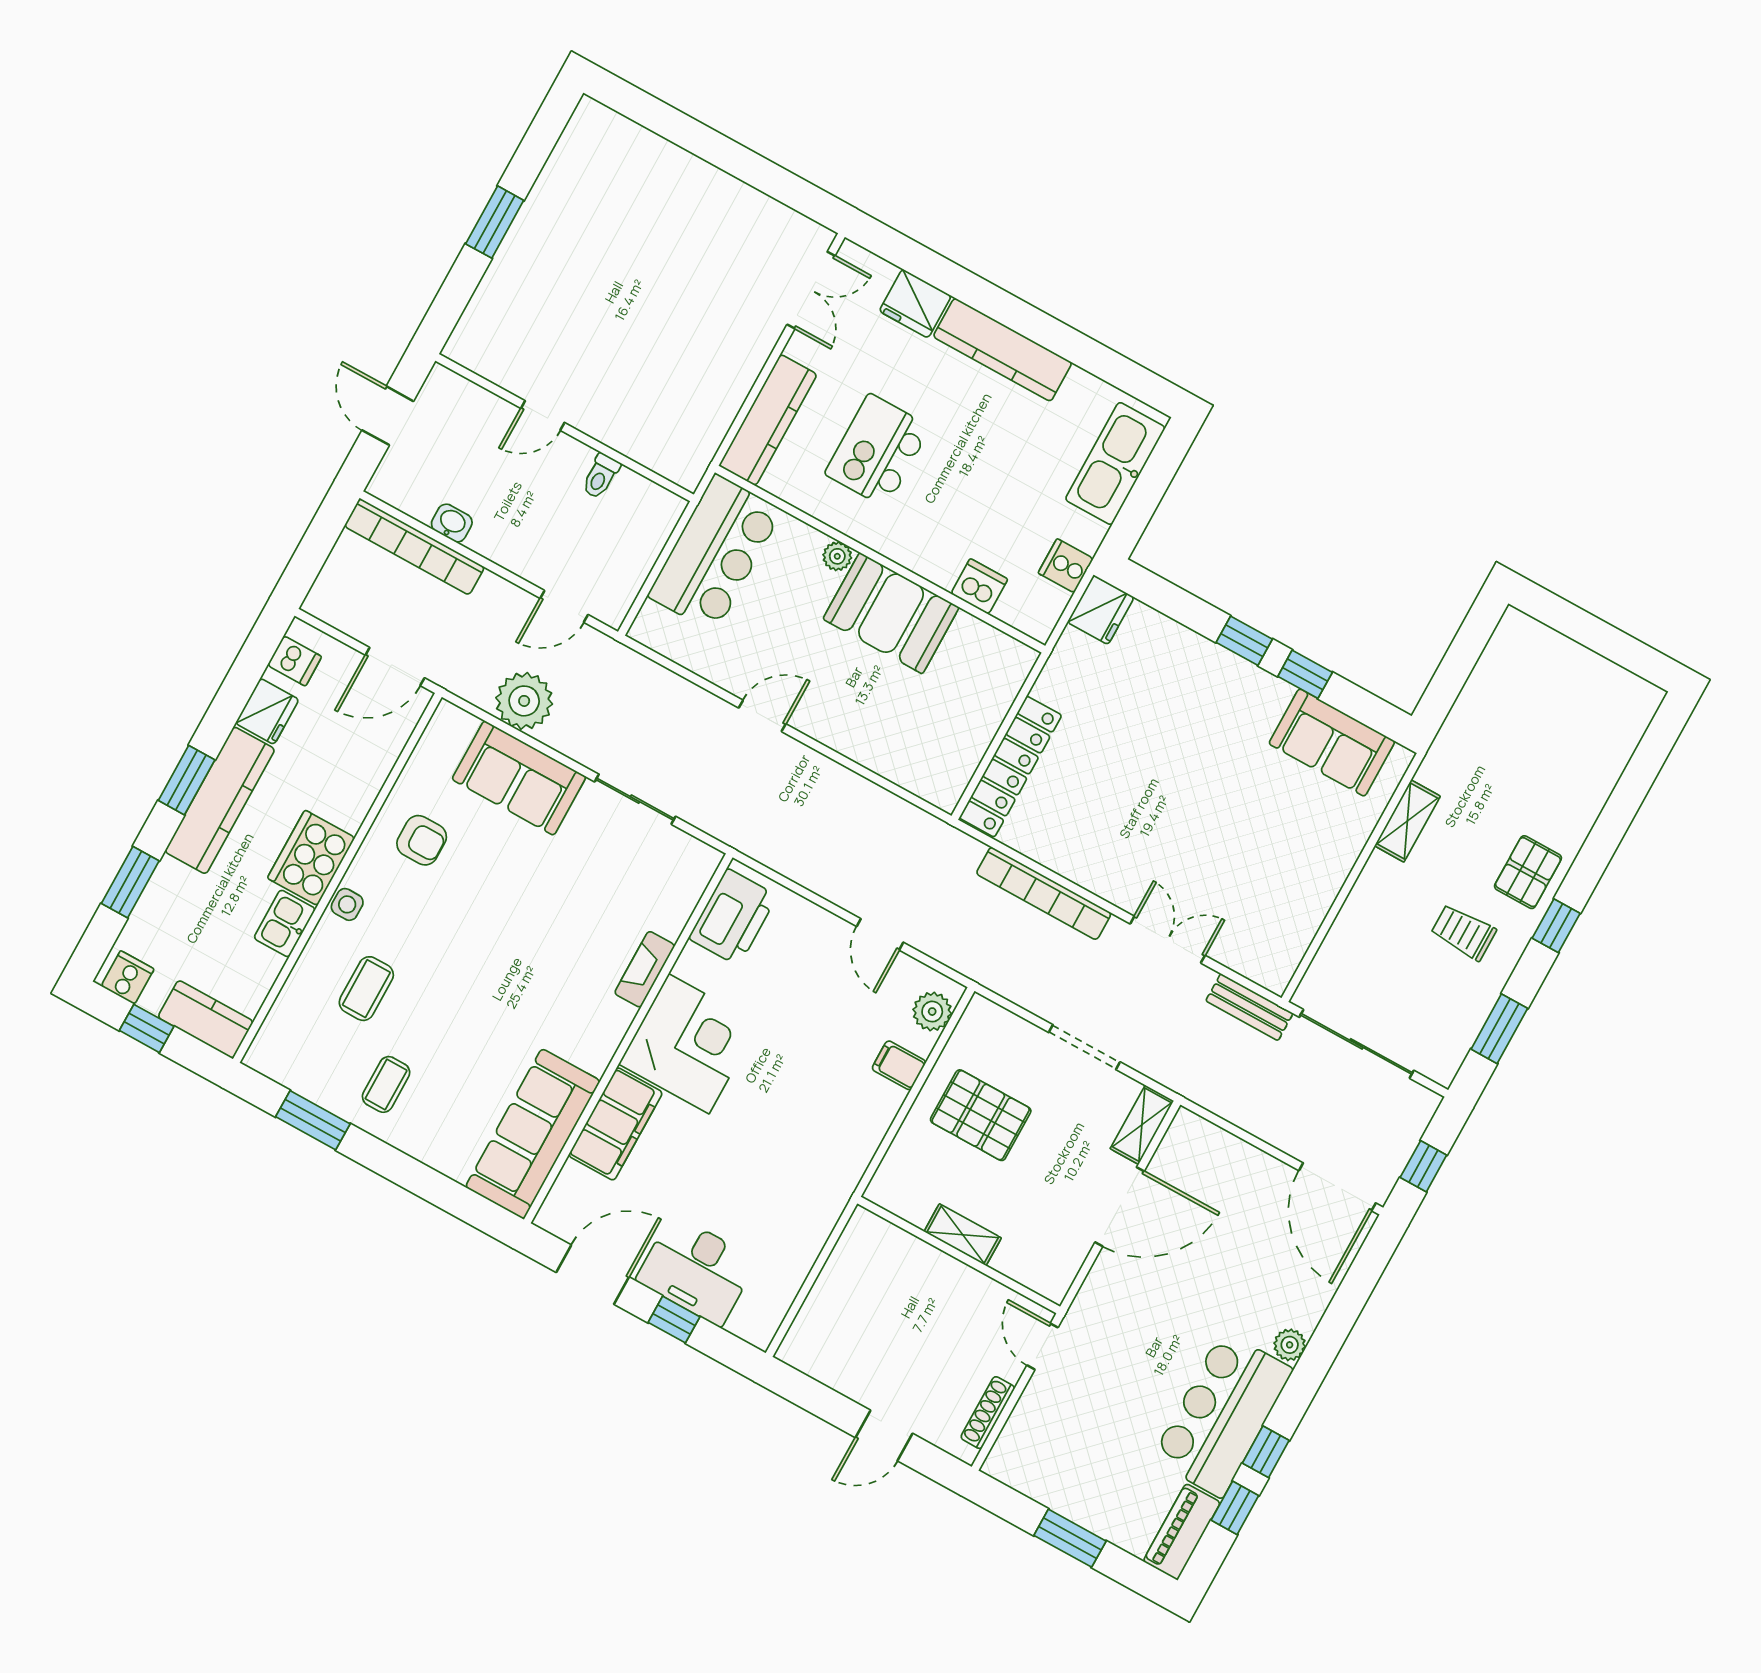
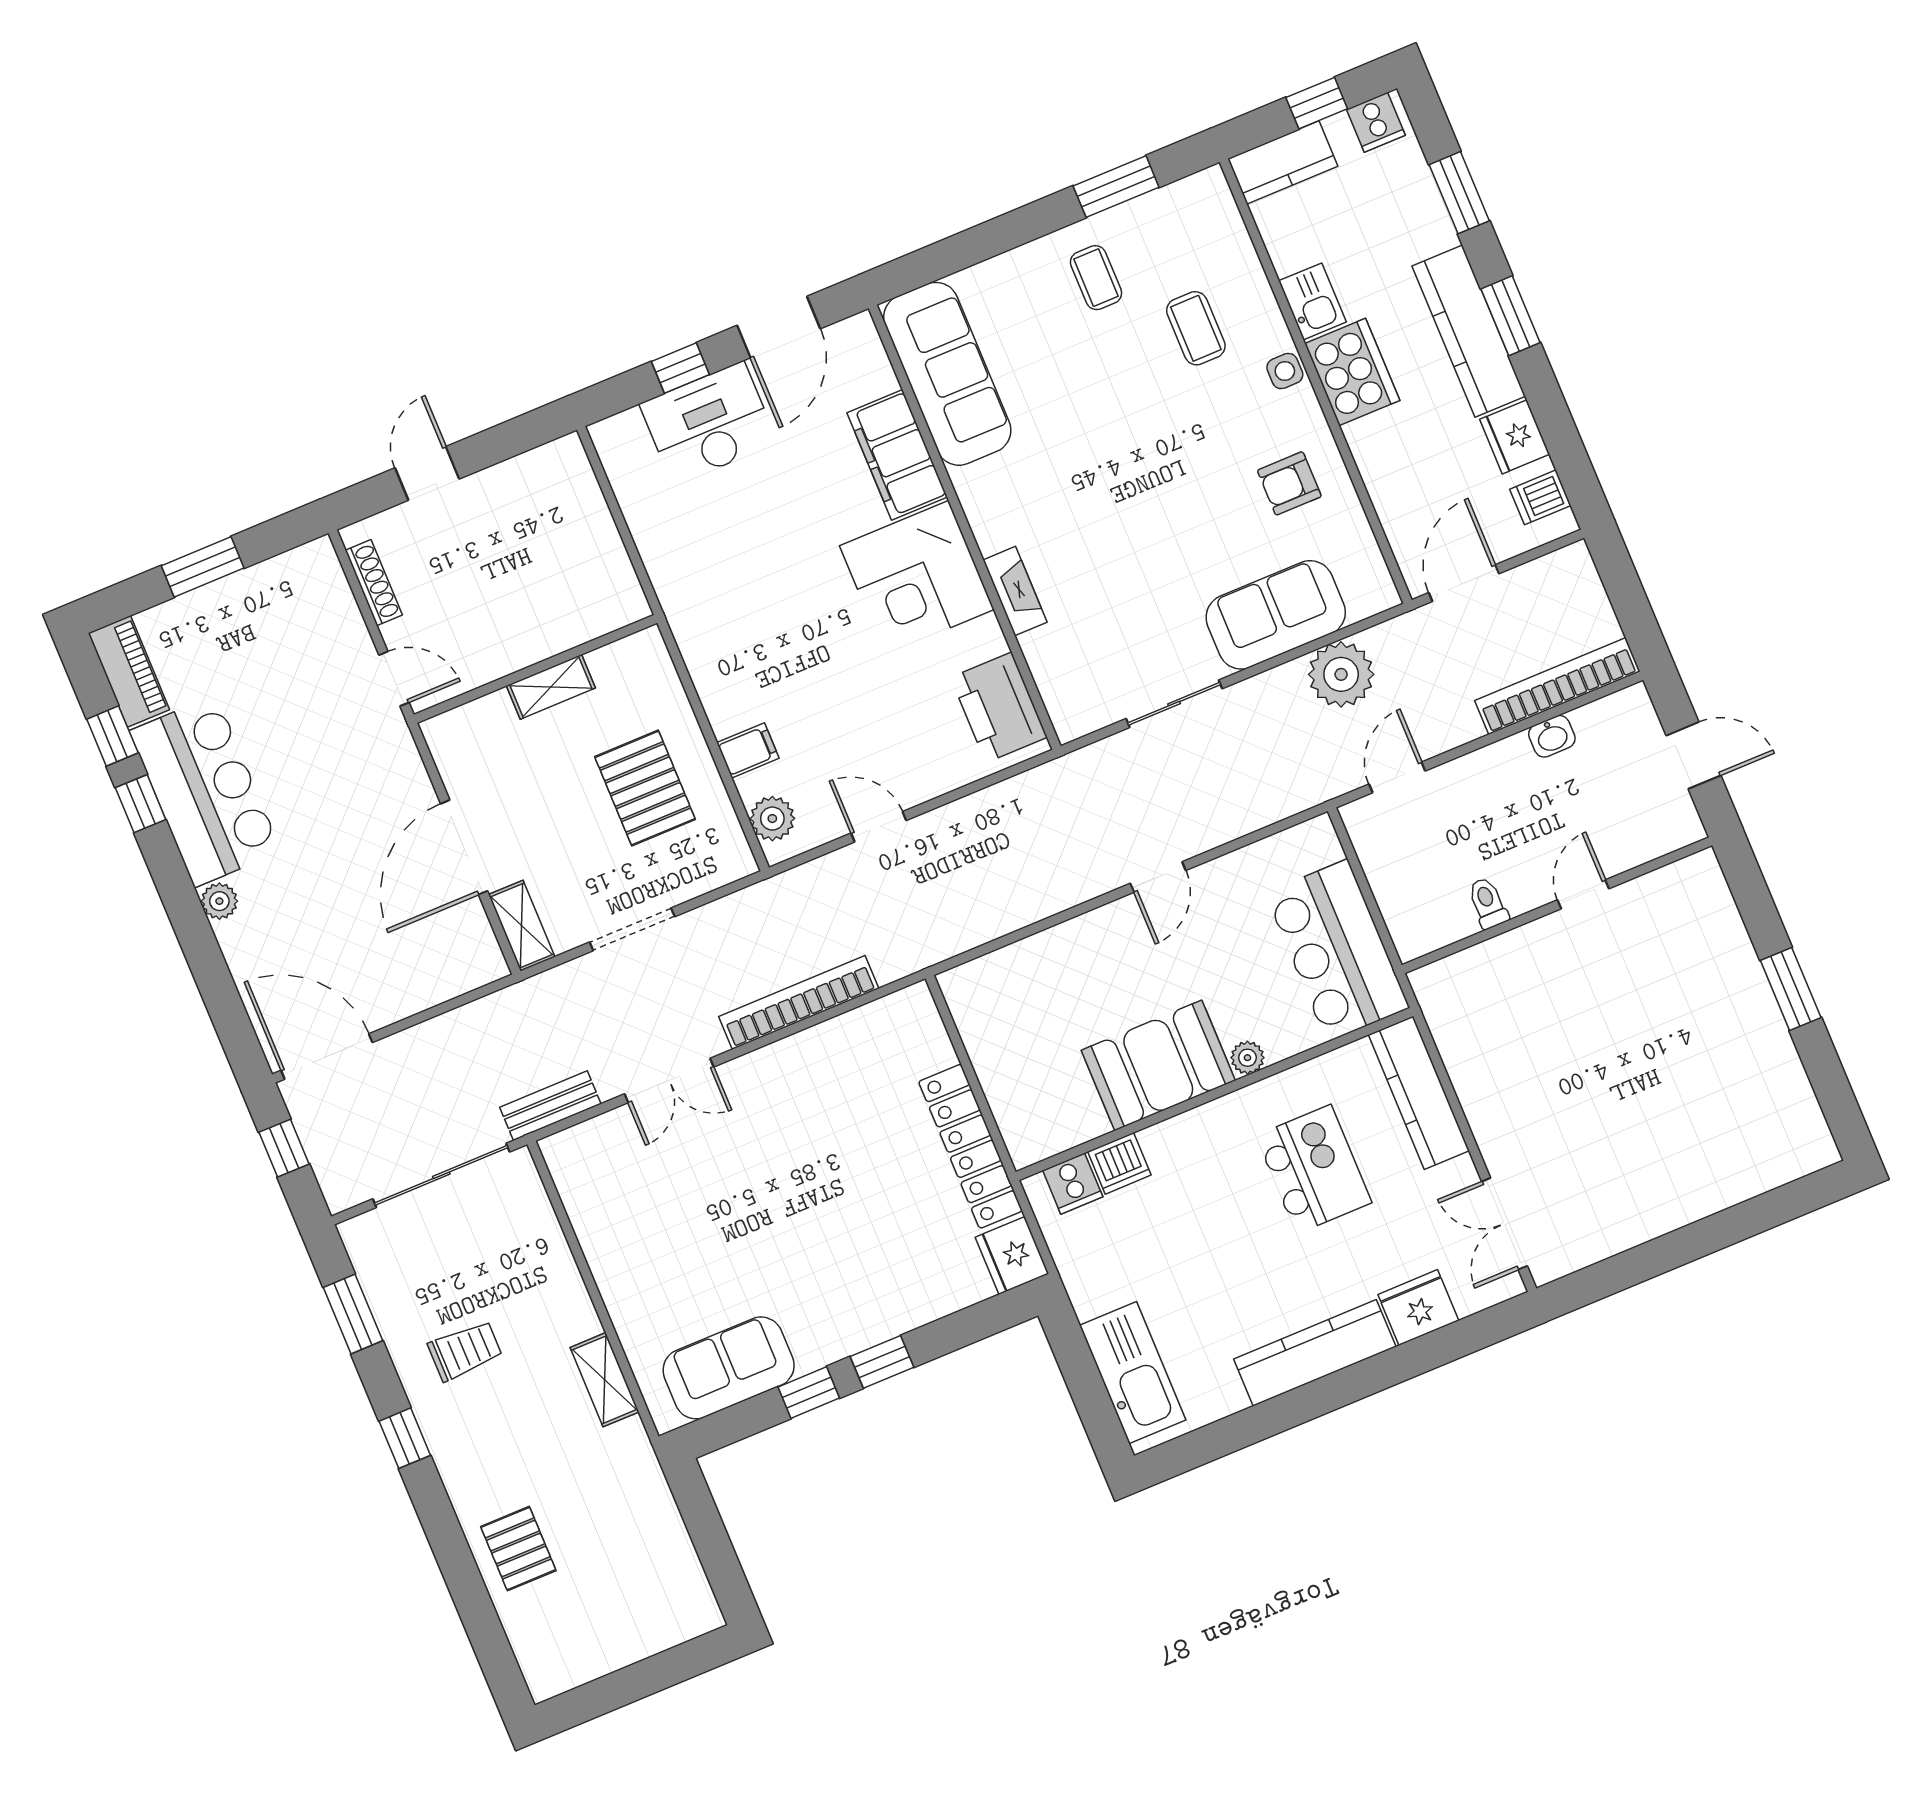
cooker: (1066, 566) -> (1073, 1184), moved, turned 90
locker: (1011, 767) -> (970, 1146), moved
pallet: (1528, 872) -> (518, 1549), moved
pallet: (981, 1115) -> (645, 788), turned 90

